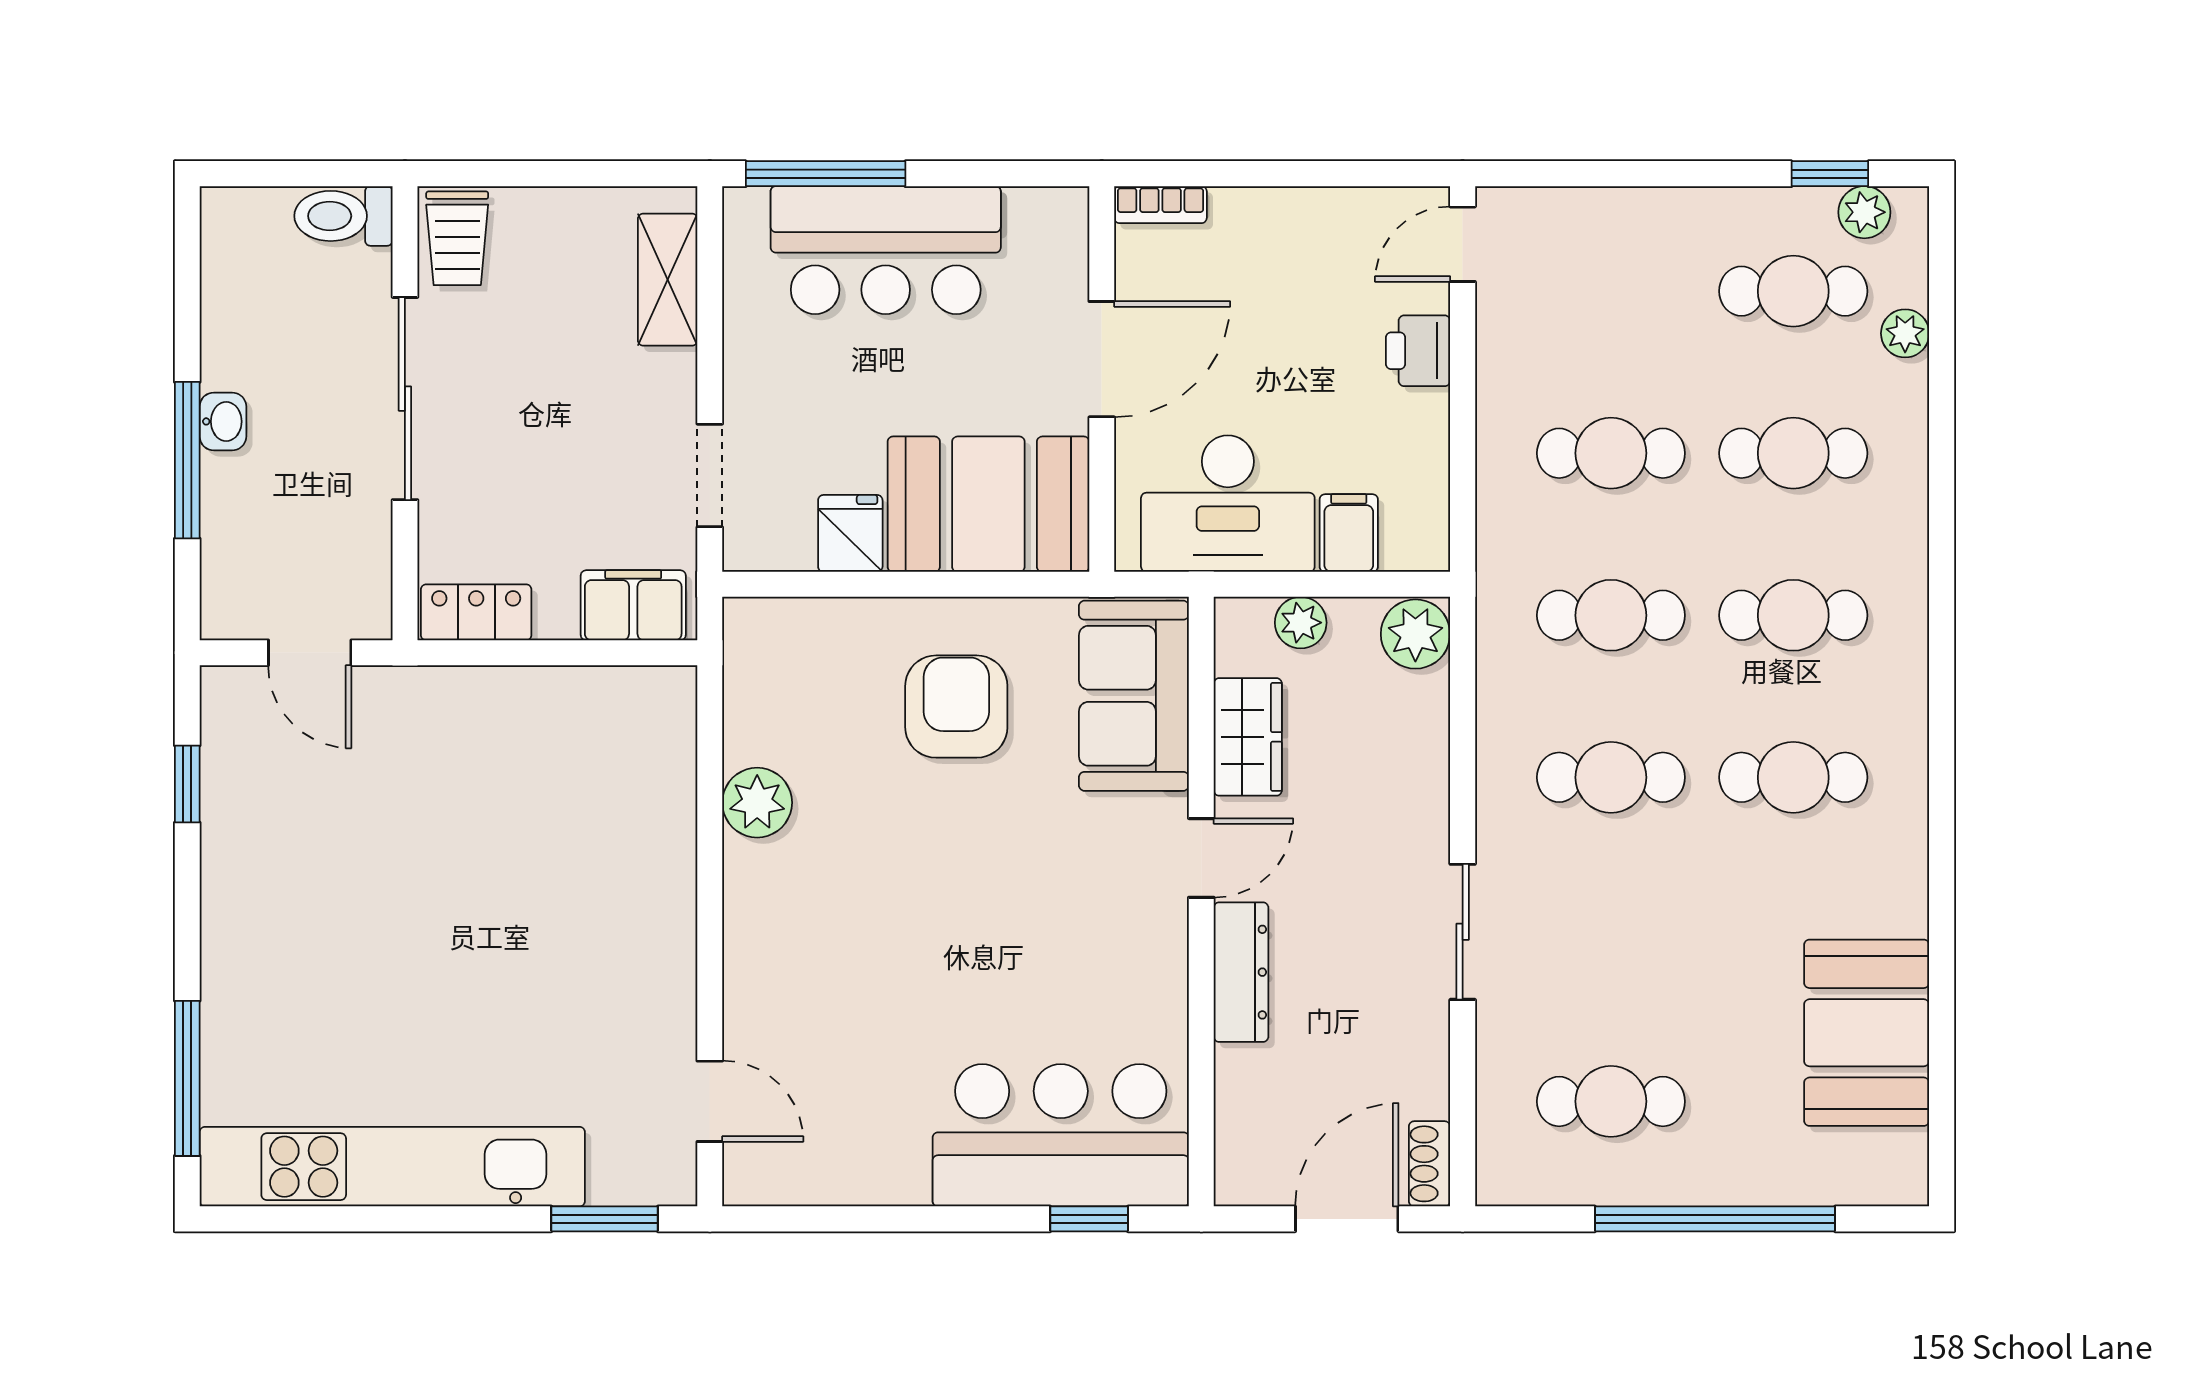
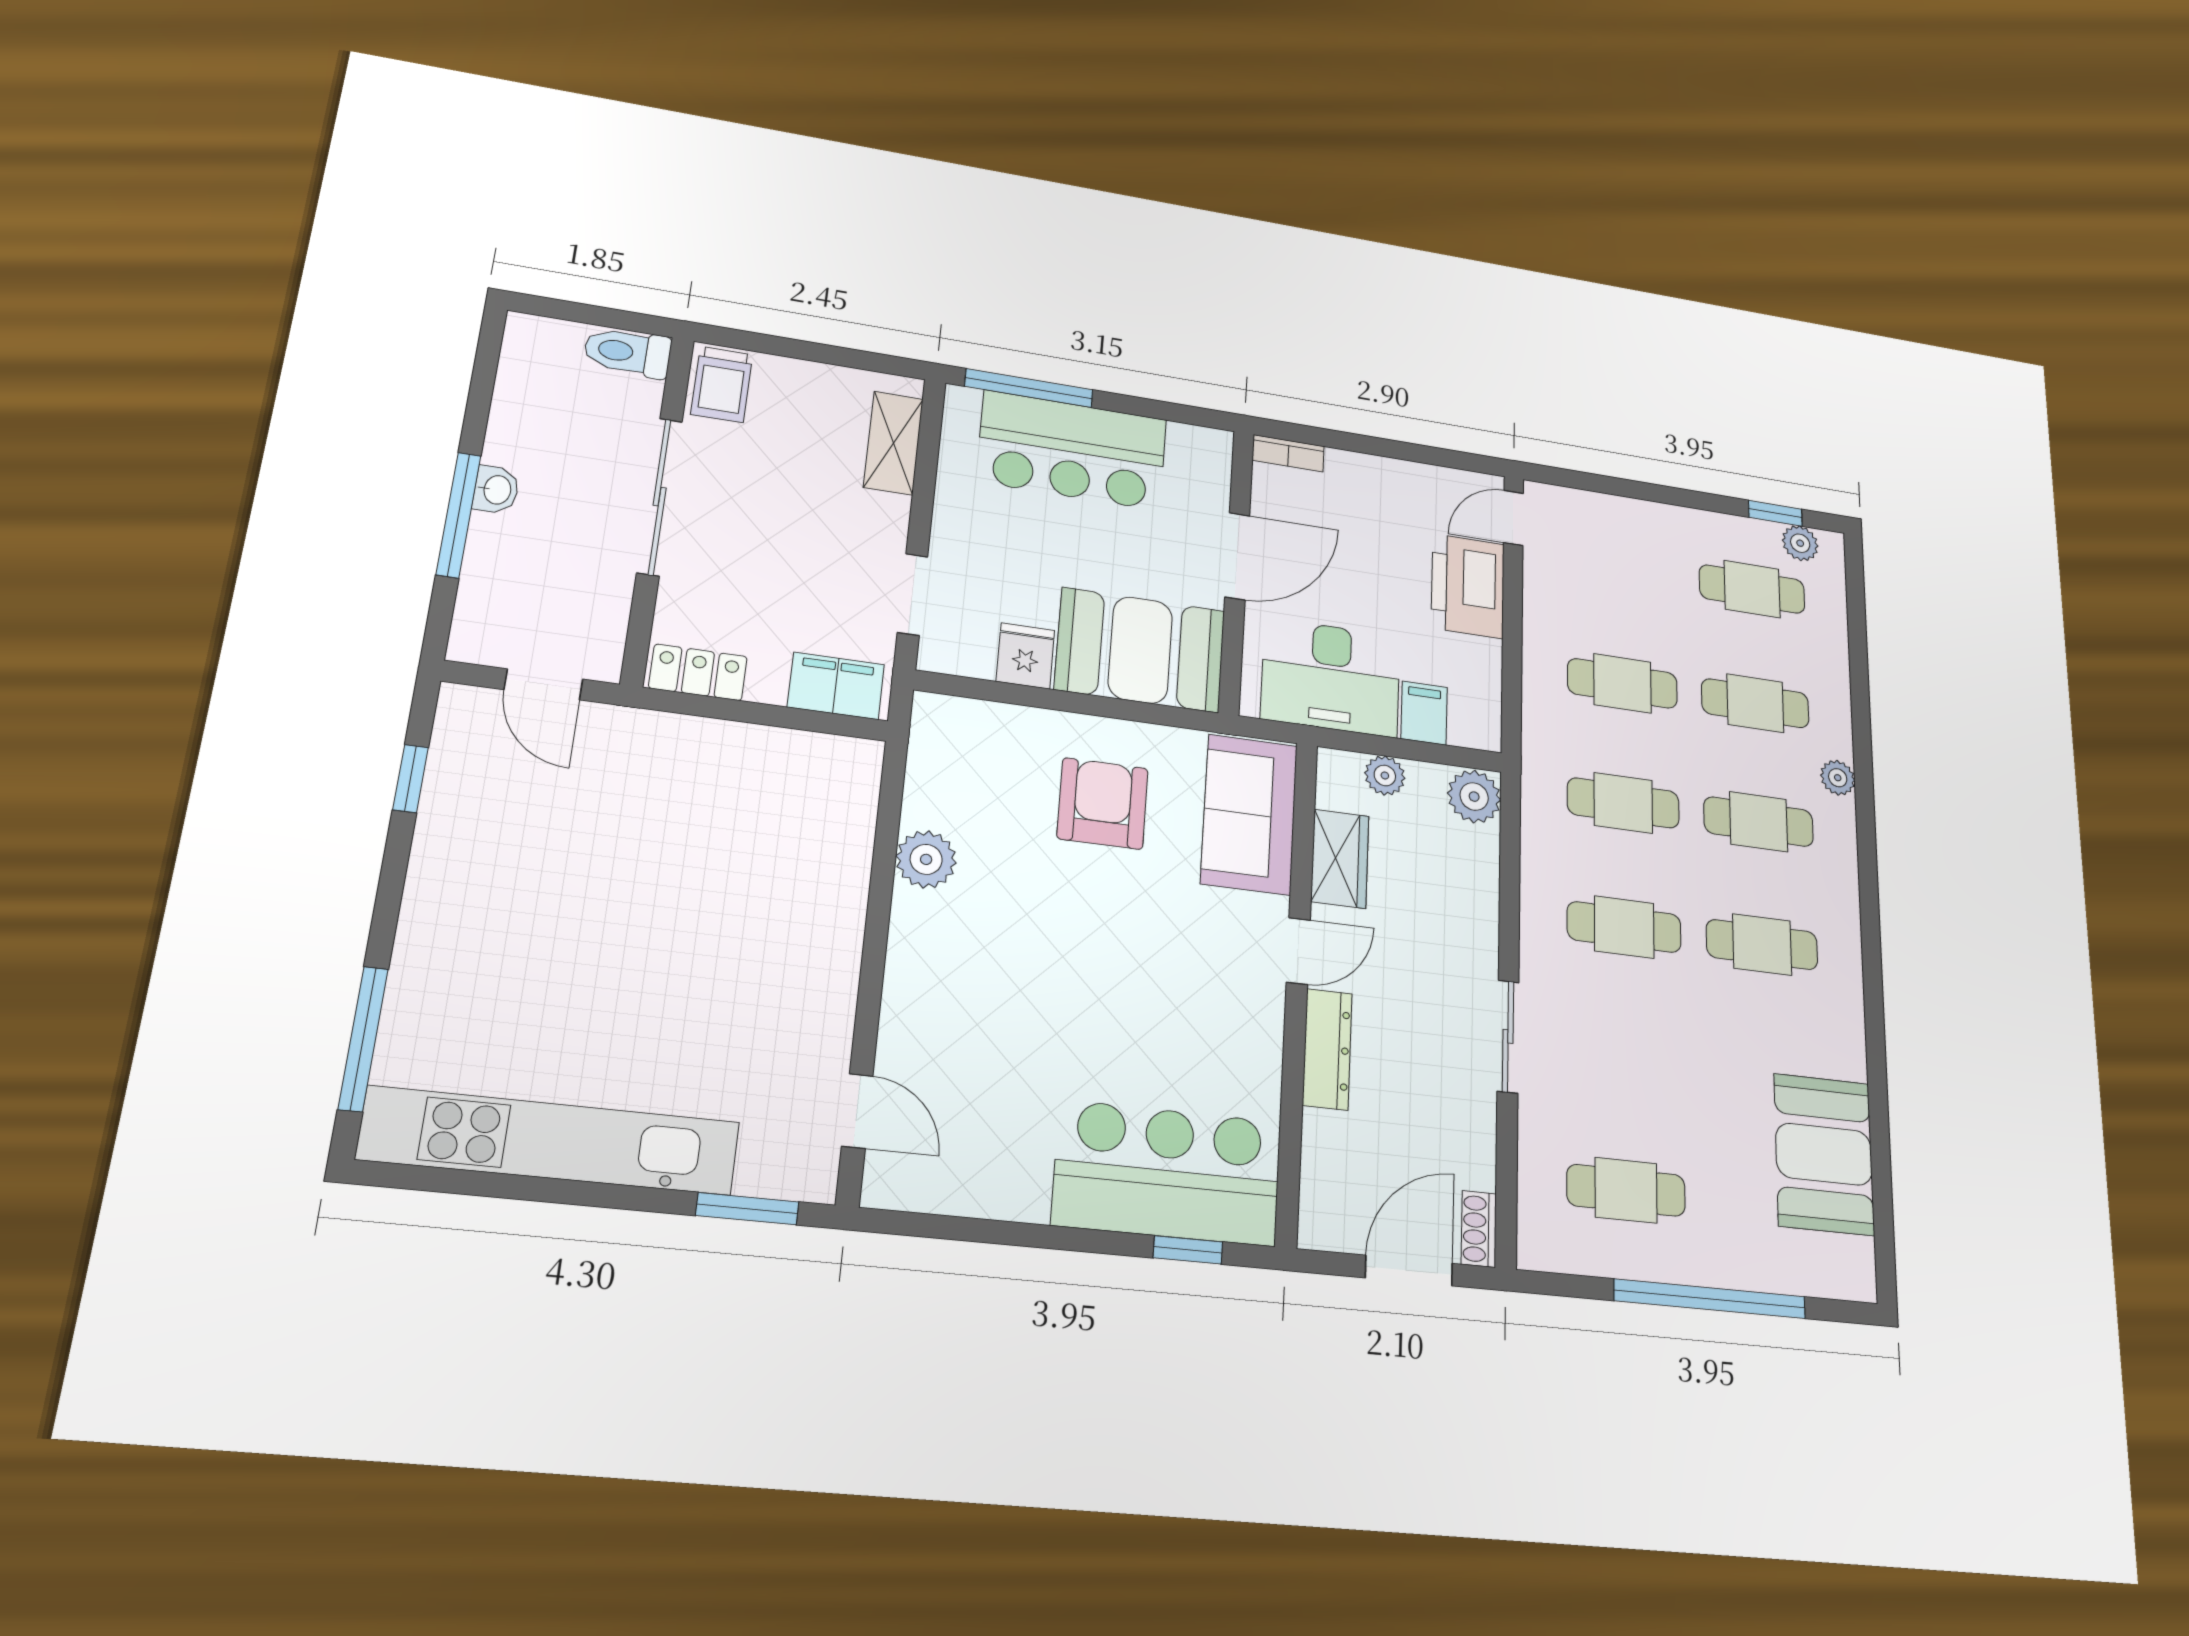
plant: (1905, 333) -> (1838, 778), moved
printer: (1418, 351) -> (1468, 586), width x1.87, depth x1.48

